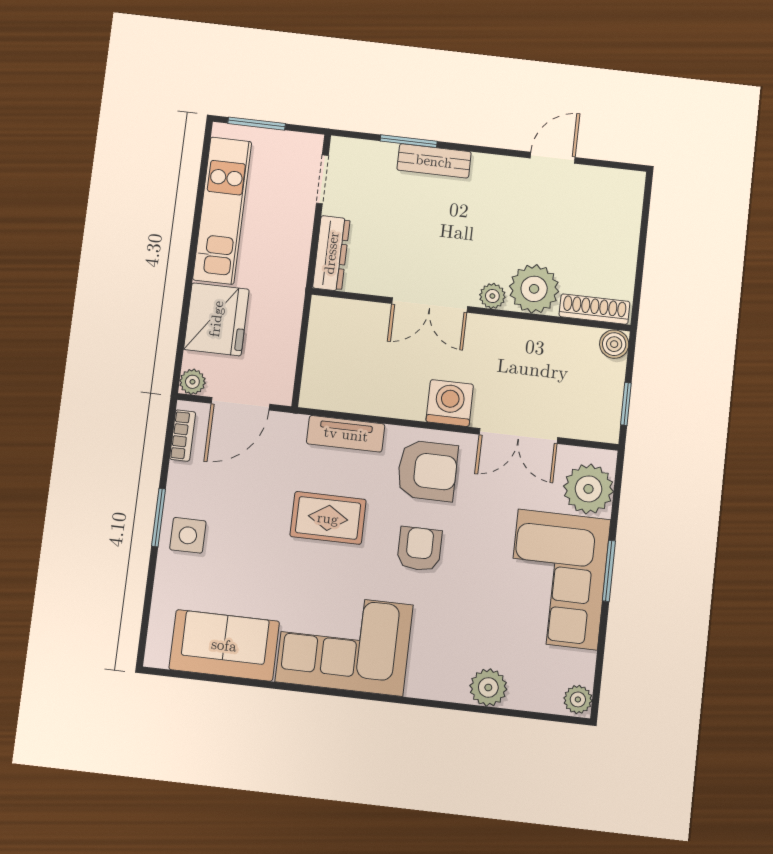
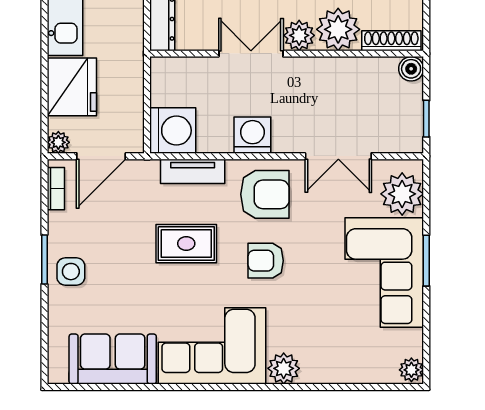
plant: (492, 296) -> (299, 35), width x1.38, depth x1.38
double door: (430, 305) -> (251, 54), swing flipped
washing machine: (328, 383) -> (173, 130), added
washing machine: (450, 403) -> (252, 135), moved
armchair: (419, 549) -> (266, 261), turned -90
plant: (488, 687) -> (284, 368), moved

